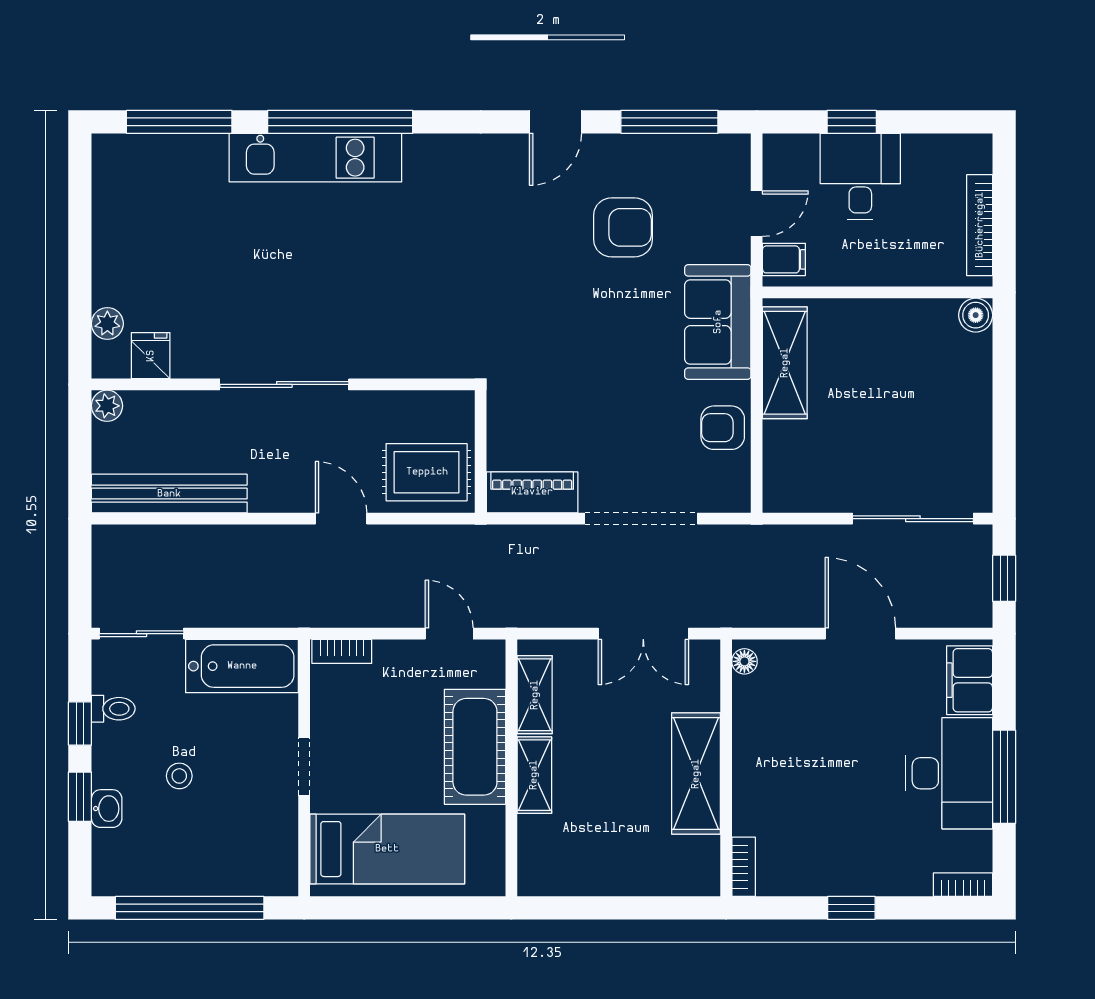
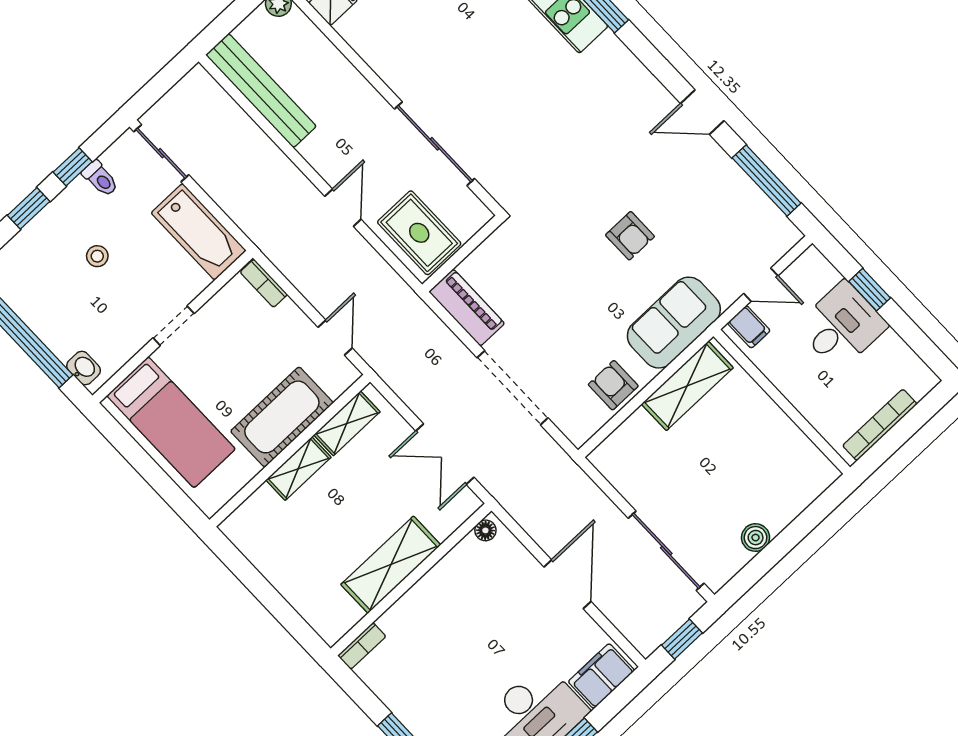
armchair: (623, 227) -> (630, 236), moved, width x0.72, depth x0.72
boiler: (976, 315) -> (756, 538), moved
sliding door: (284, 384) -> (435, 144), moved
washbasin: (107, 809) -> (84, 368), moved, turned -90

